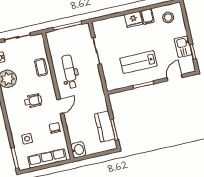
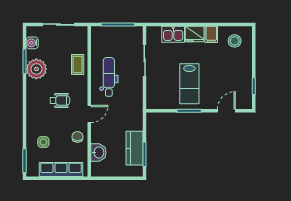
kitchen sink: (183, 47) -> (173, 34), moved, turned -90
lab bench: (138, 62) -> (189, 84), turned -90
washbasin: (78, 150) -> (98, 153), moved

